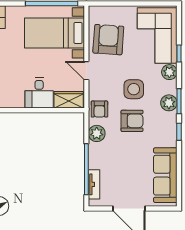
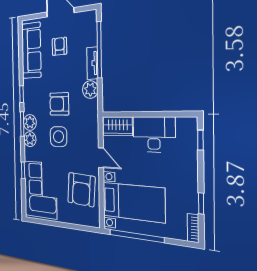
plant: (169, 72) -> (30, 139), moved
desk: (39, 93) -> (154, 134), width x1.37
armchair: (99, 109) -> (59, 46), moved
tv unit: (94, 184) -> (92, 63), moved

